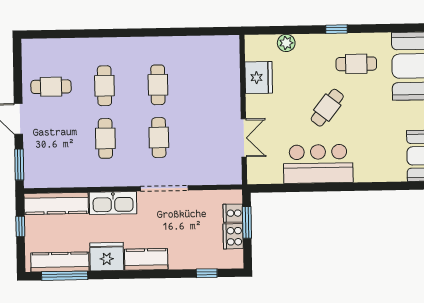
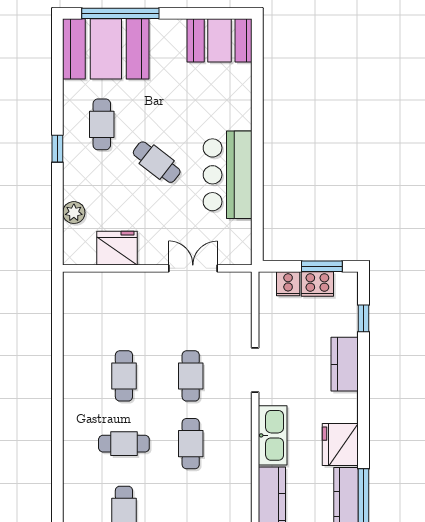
cafe table: (158, 85) -> (124, 376), turned 90
cafe table: (105, 138) -> (191, 444), turned 90
cafe table: (159, 138) -> (191, 376), turned 90
doorway: (164, 188) -> (255, 370), width x0.73
window: (247, 222) -> (322, 266), moved
kitchen counter: (146, 259) -> (345, 364), moved

